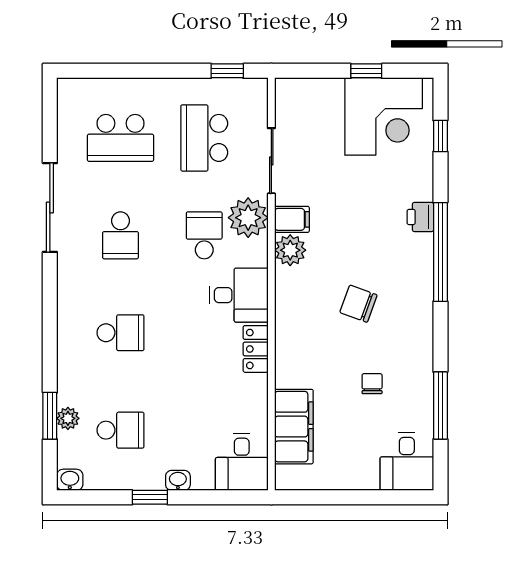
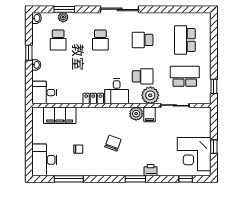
sliding door: (50, 207) -> (120, 9), moved
window: (440, 252) -> (135, 179), width x0.47
desk: (407, 462) -> (44, 160), width x1.37

